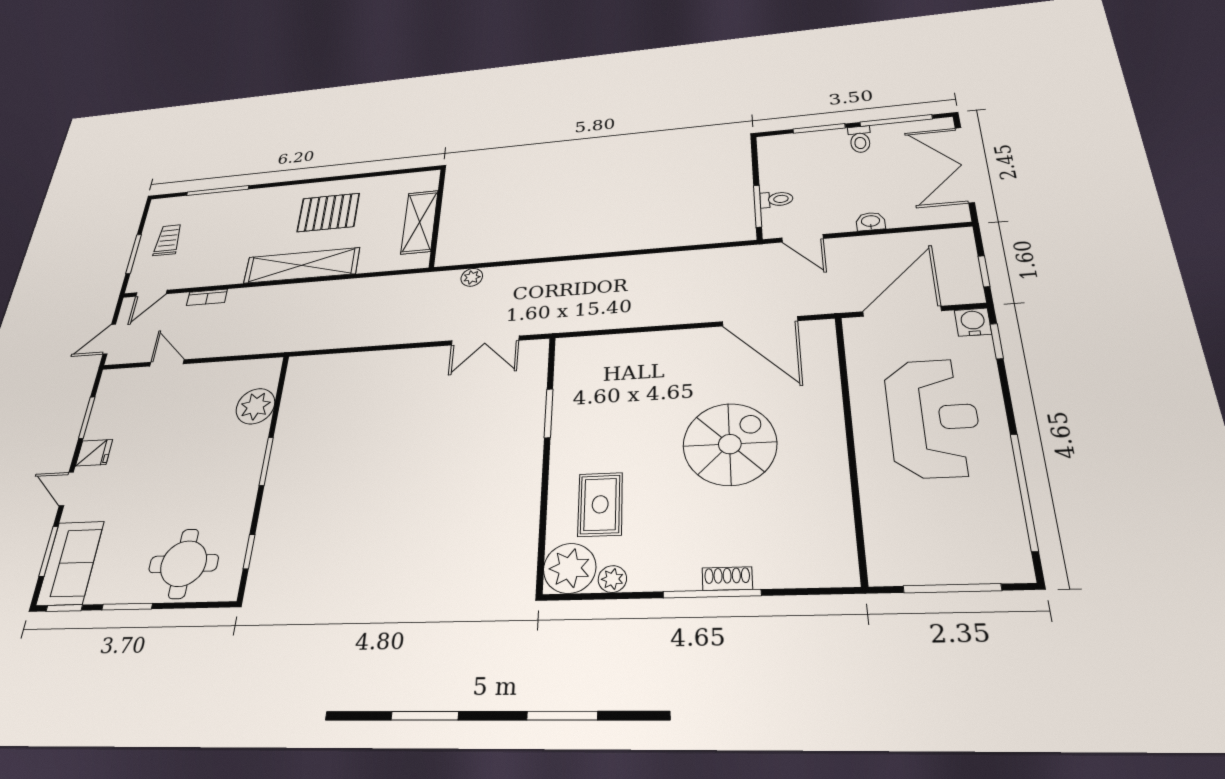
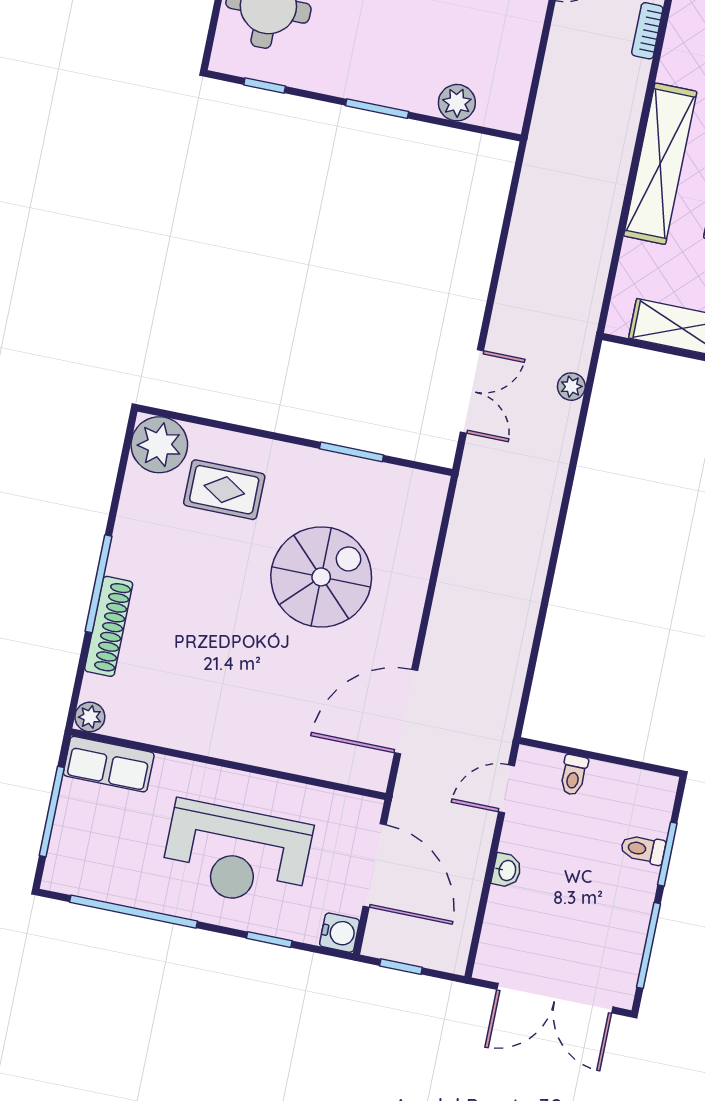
toilet: (860, 139) -> (643, 849), moved
double door: (965, 165) -> (555, 998), swing flipped
window: (758, 206) -> (570, 751), removed
double door: (485, 341) -> (472, 391), swing flipped
window: (997, 341) -> (269, 940), moved
plant: (255, 406) -> (457, 103), width x0.73, depth x0.73
spiral stairs: (730, 444) -> (321, 577), moved, turned -90
row of seats: (885, 546) -> (109, 764), added
plant: (612, 579) -> (90, 717), moved
shoe rack: (727, 579) -> (109, 626), width x1.94, depth x1.24

